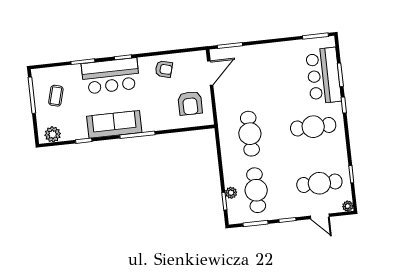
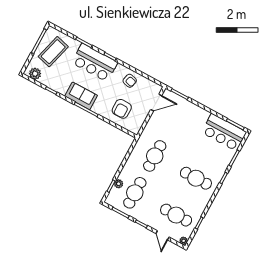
bar counter: (324, 76) -> (224, 132), moved, turned -90
coffee table: (56, 96) -> (53, 52), width x1.86, depth x1.72
armchair: (190, 103) -> (122, 109), moved
sofa: (114, 124) -> (81, 96), width x0.73

